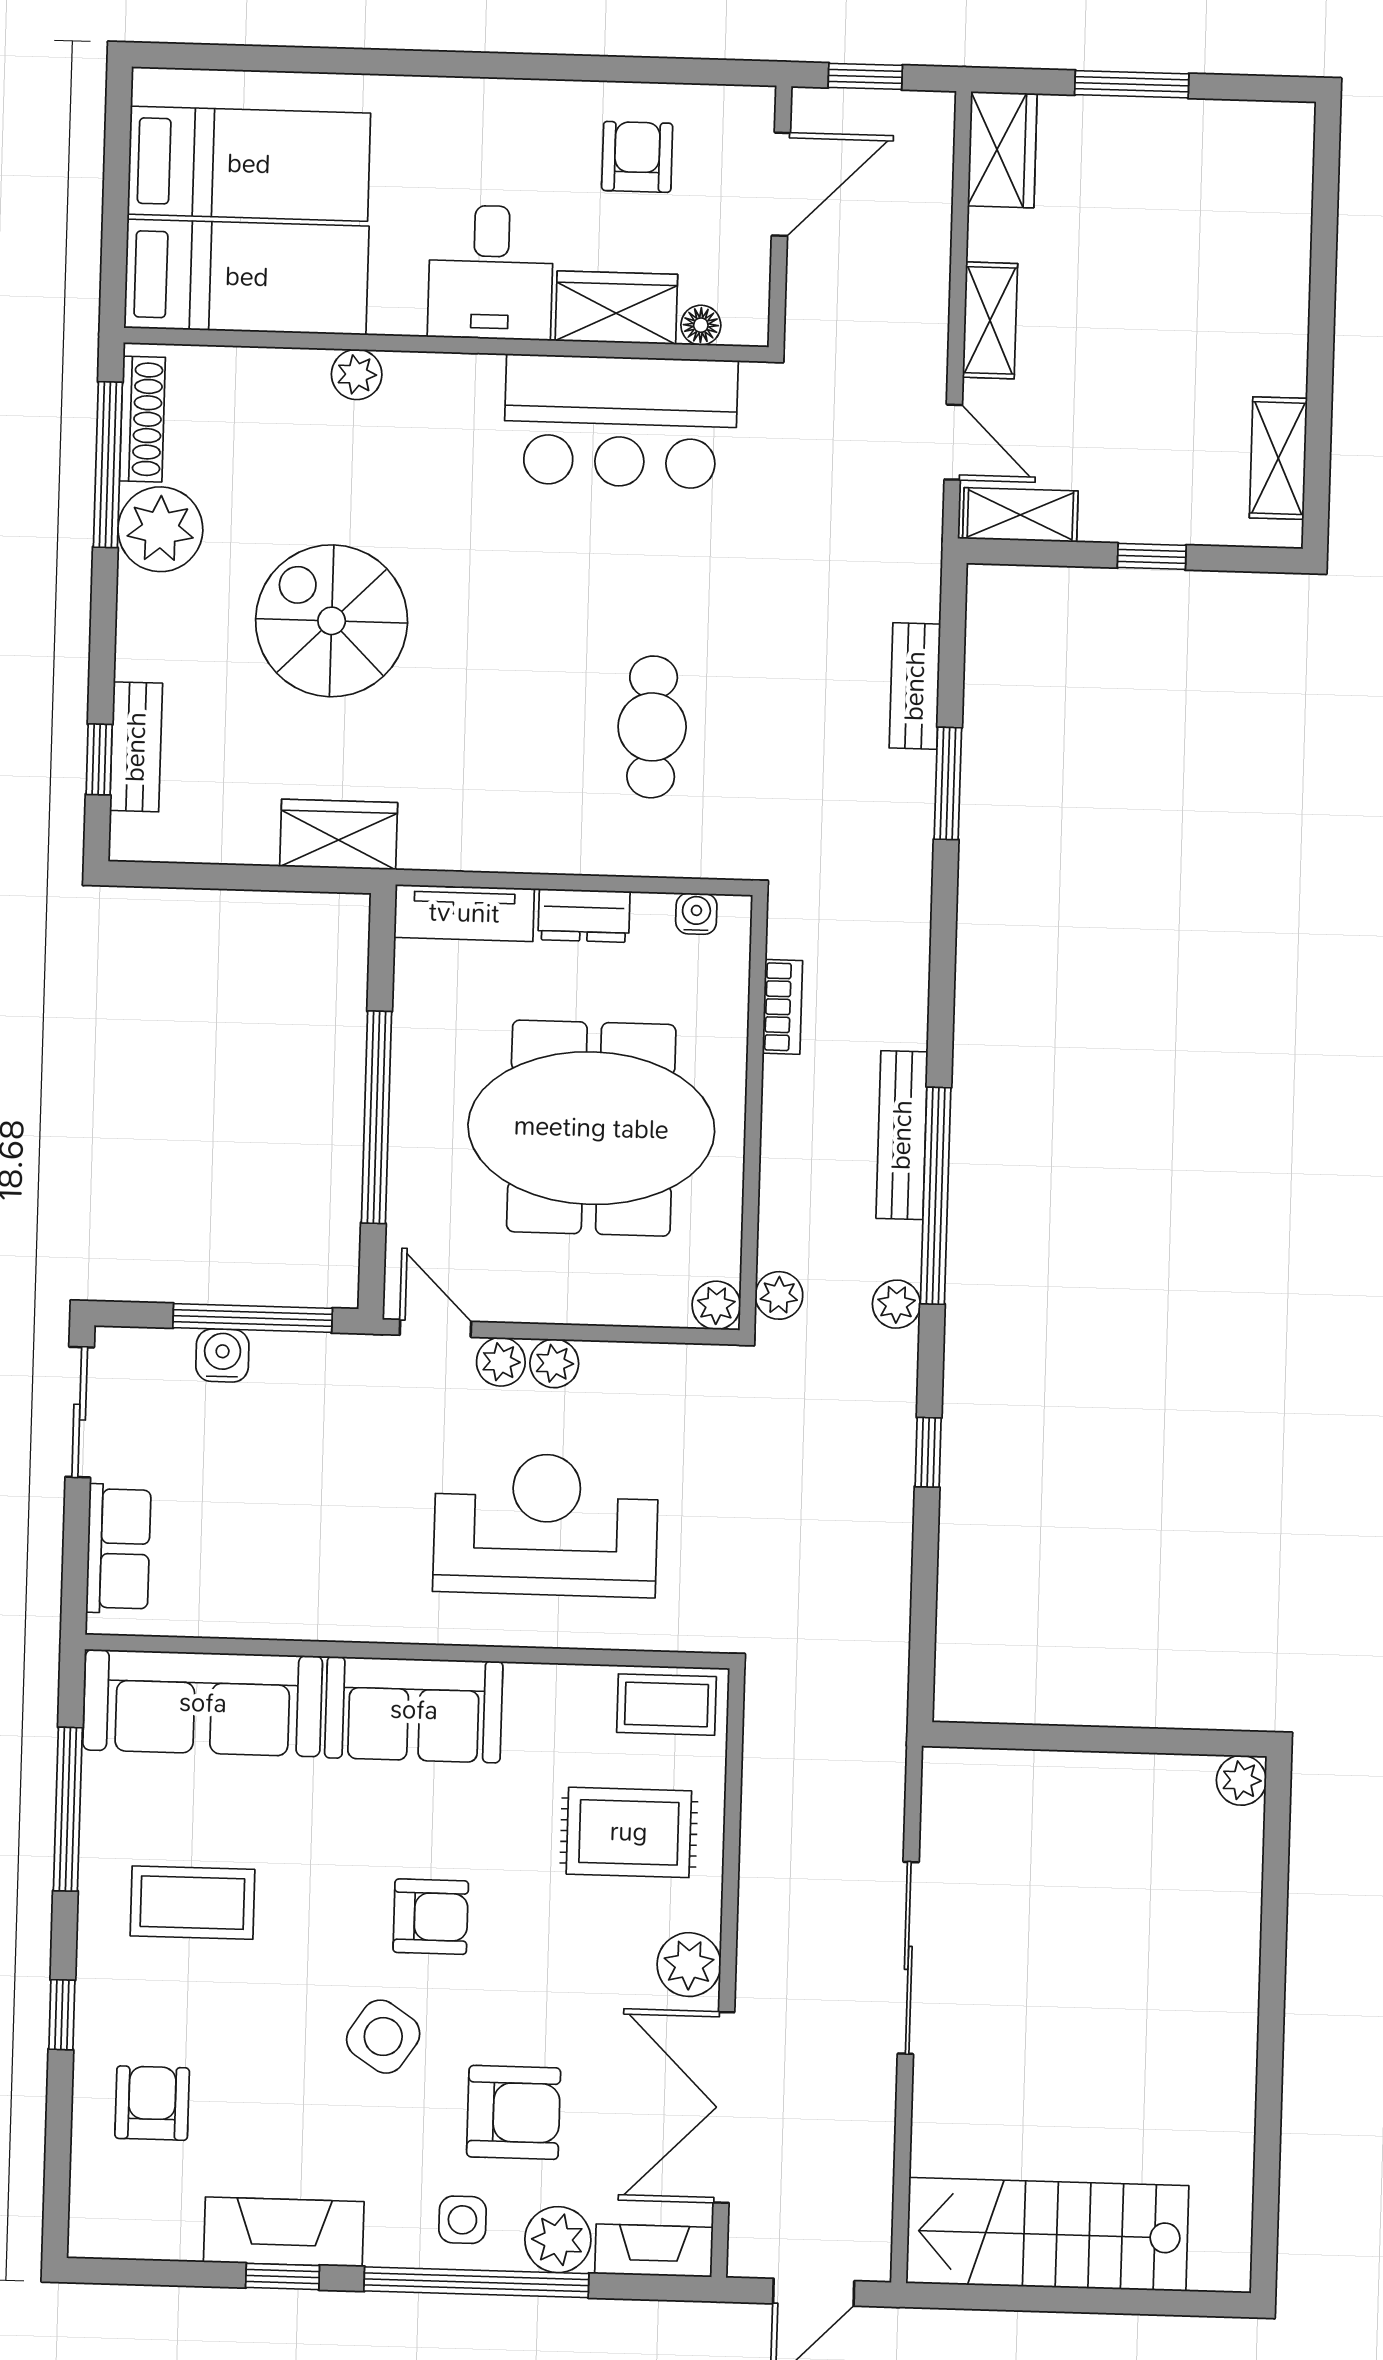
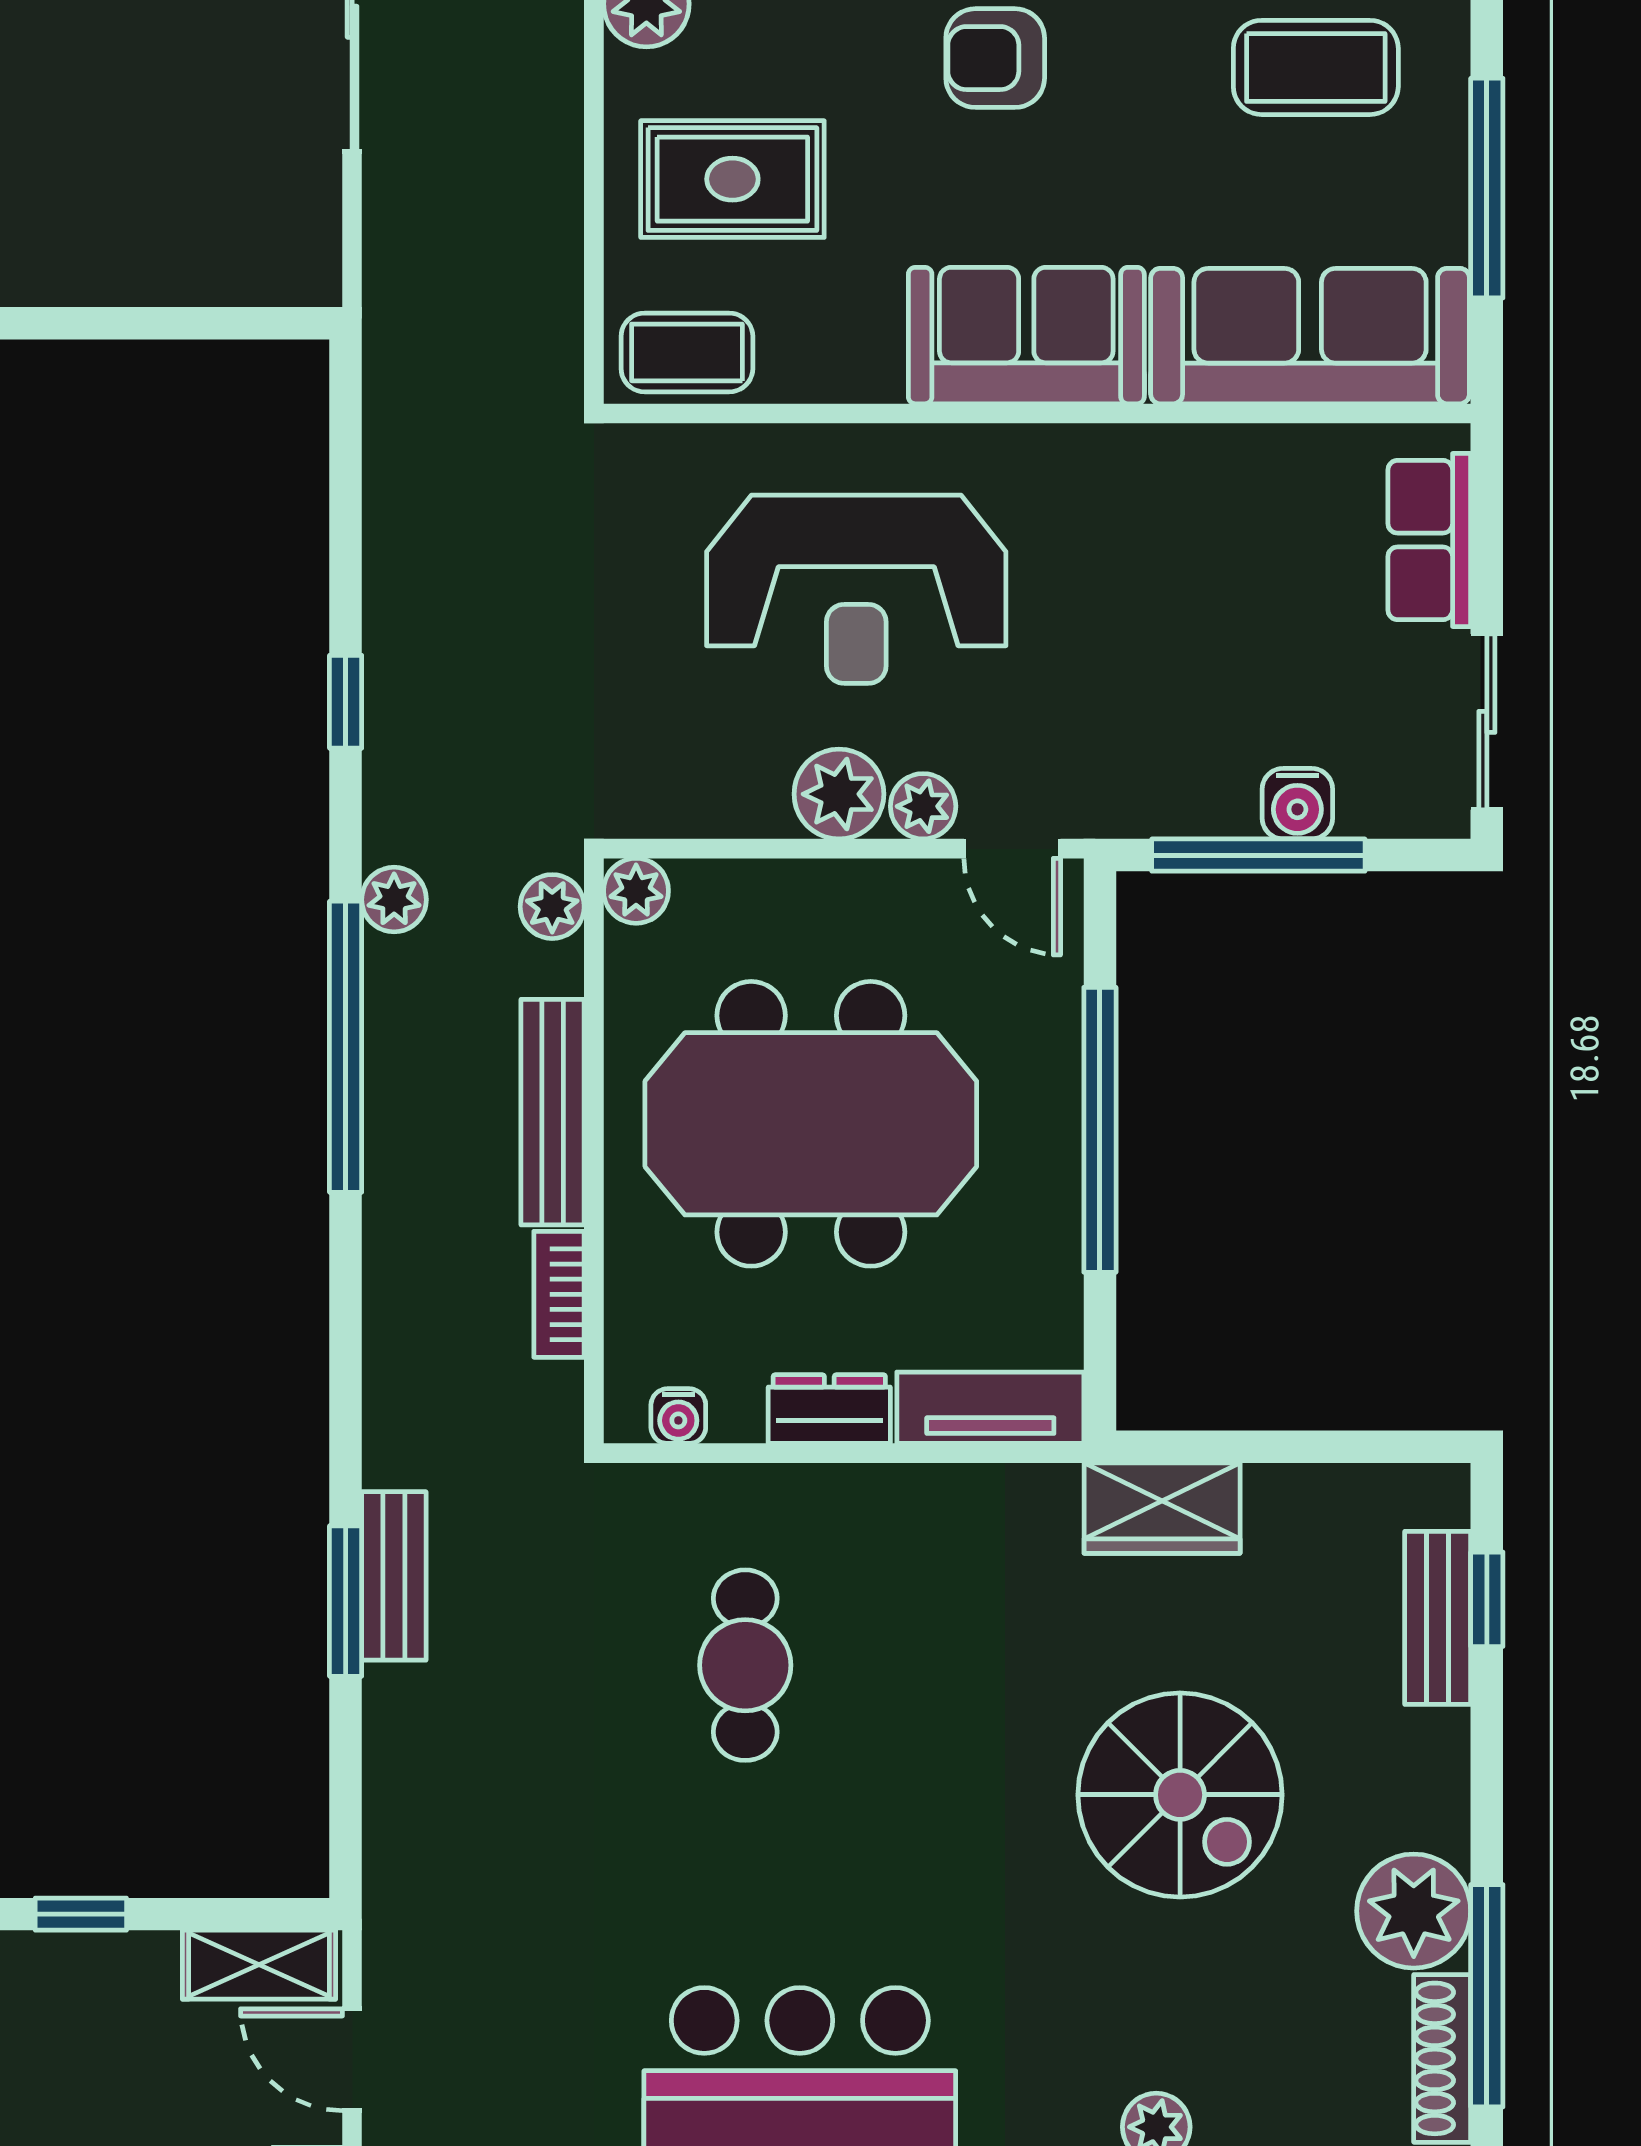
bench: (915, 686) -> (394, 1576), moved
bench: (902, 1135) -> (553, 1112), moved
plant: (554, 1363) -> (839, 794), width x1.38, depth x1.38

